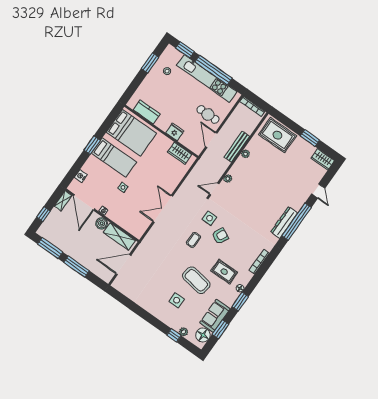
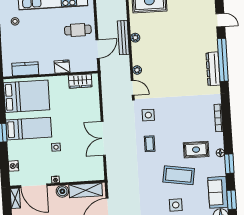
door: (211, 140) -> (98, 49), swing flipped
door: (214, 189) -> (133, 88), swing flipped
armchair: (220, 236) -> (169, 123), removed

